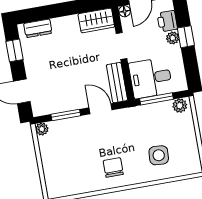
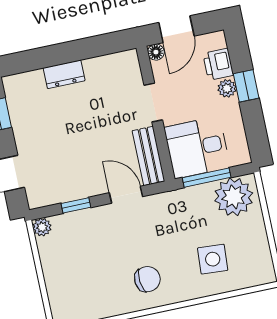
wardrobe: (96, 20) -> (115, 67), removed
dresser: (38, 28) -> (64, 74), moved
plant: (180, 106) -> (234, 197), width x1.87, depth x1.87
window: (66, 115) -> (76, 205), width x0.67
chair: (113, 167) -> (147, 279), turned 84

